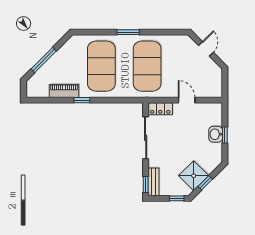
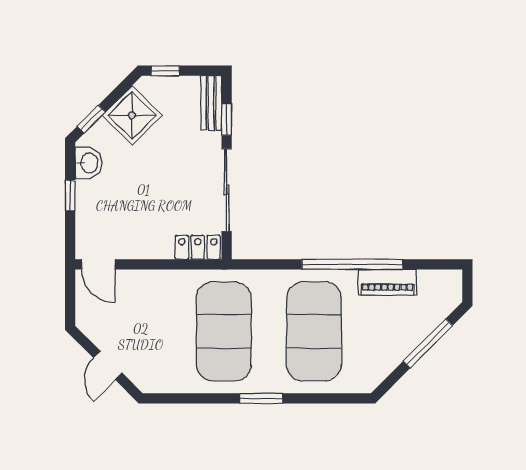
window: (82, 100) -> (352, 264), width x3.17
door: (187, 100) -> (98, 264), moved
washbasin: (216, 134) -> (89, 163), moved
window: (205, 183) -> (91, 119), moved
window: (146, 184) -> (227, 120), moved

